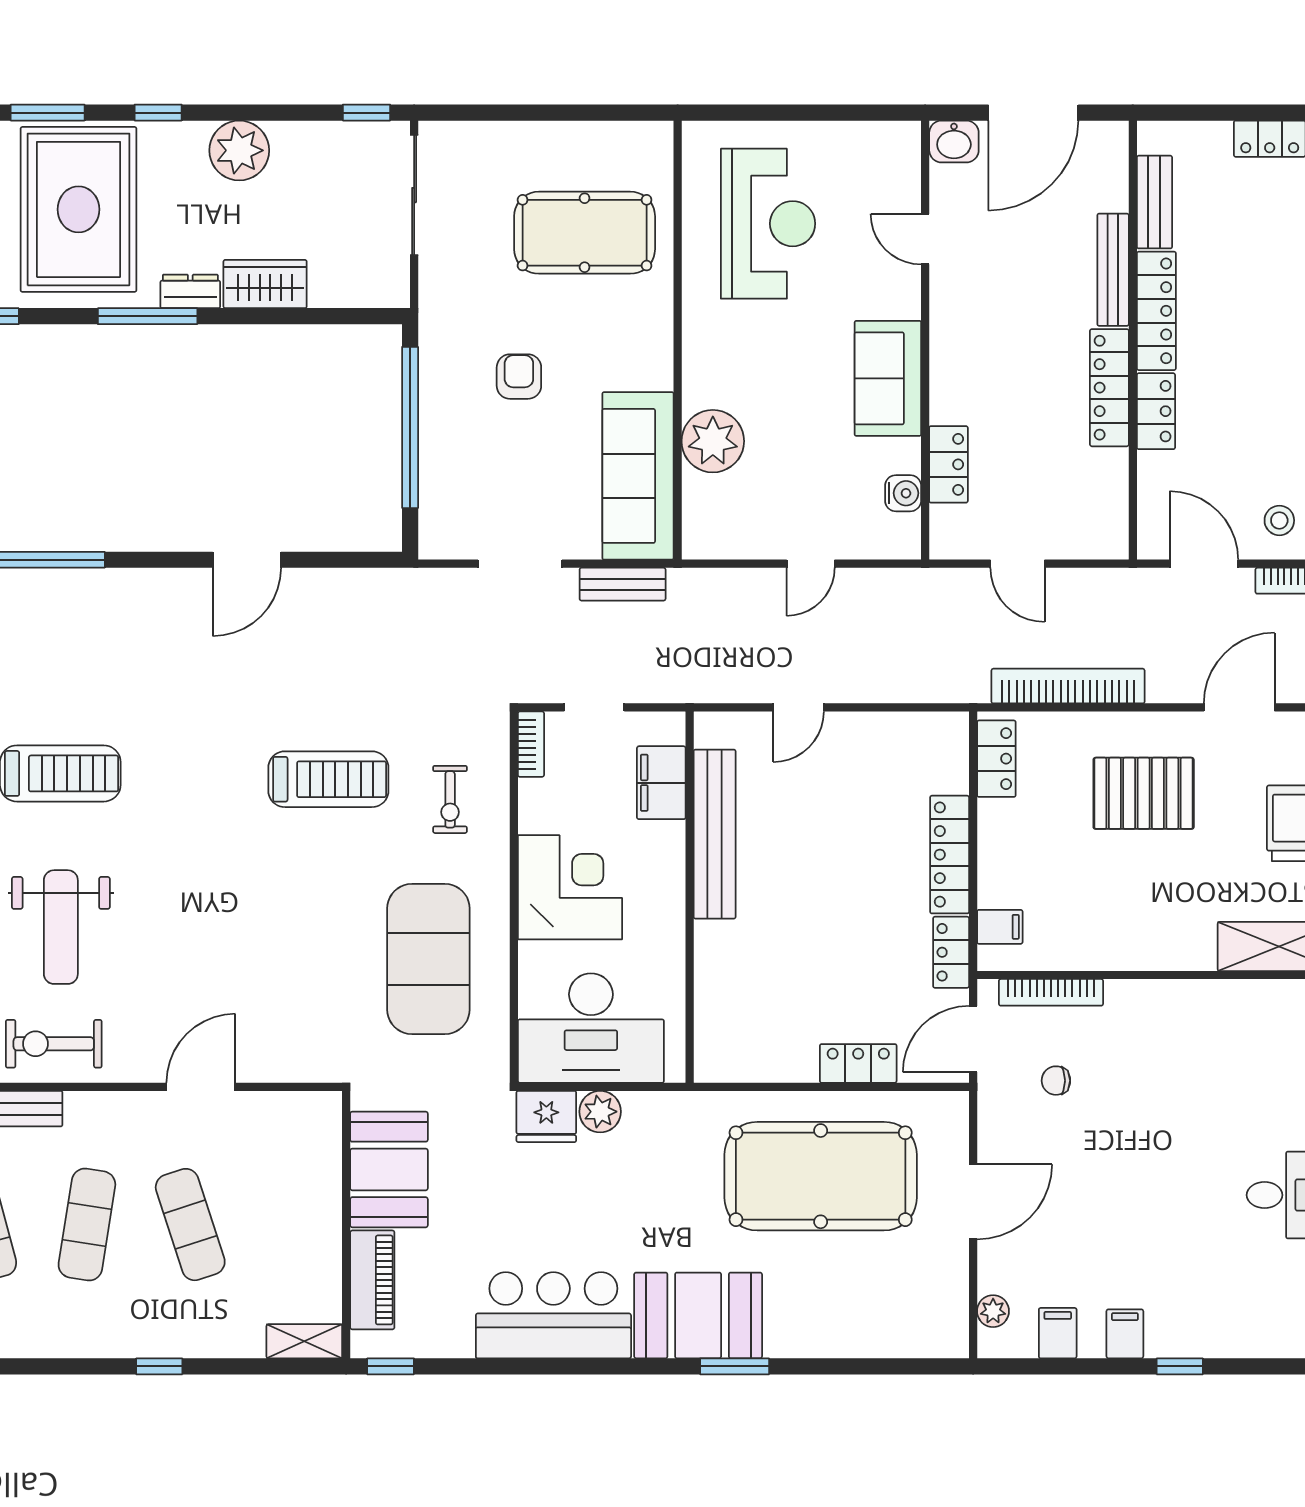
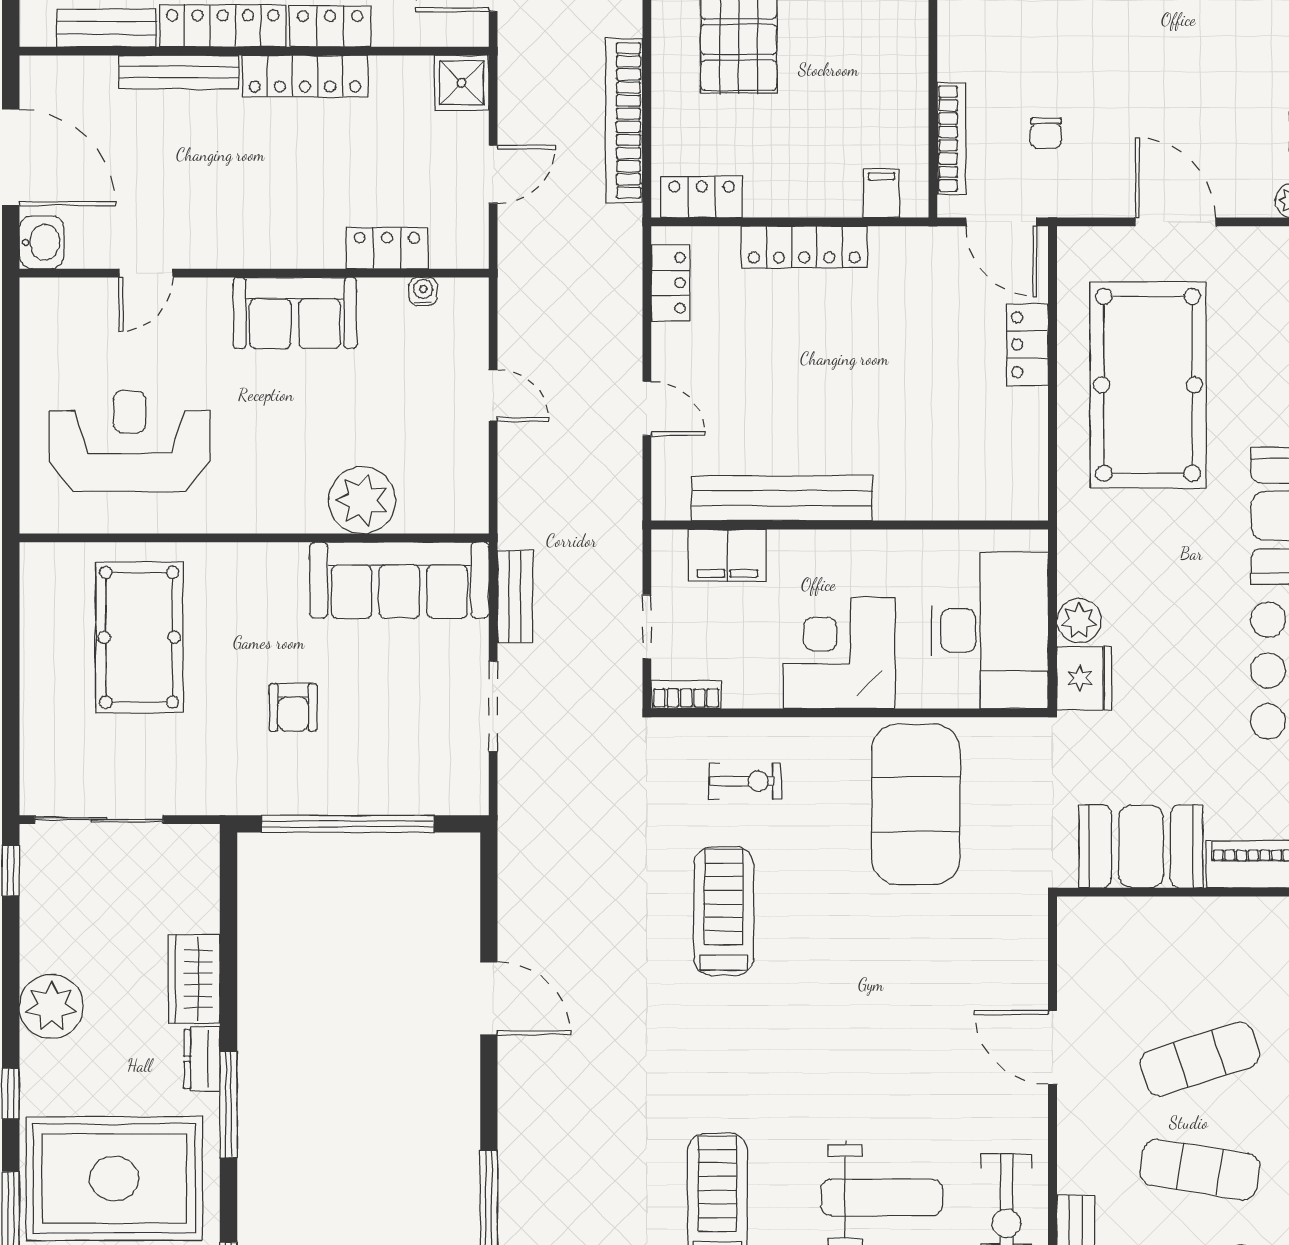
armchair: (519, 377) -> (293, 707), turned -90
water cooler: (903, 493) -> (423, 291), width x0.72, depth x0.72
shower: (1103, 534) -> (462, 83), added
locker: (951, 952) -> (670, 283), moved, turned -90
exercise mat: (428, 959) -> (916, 804), turned 90

